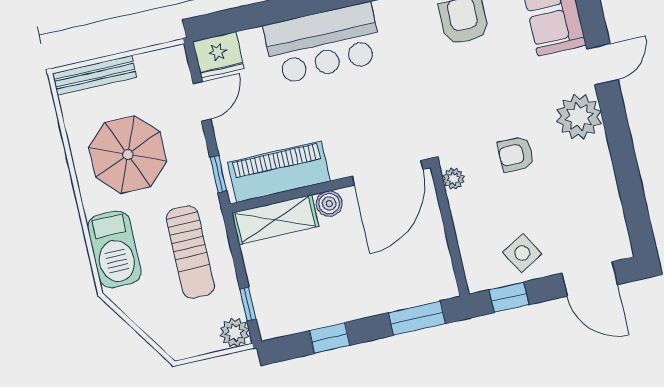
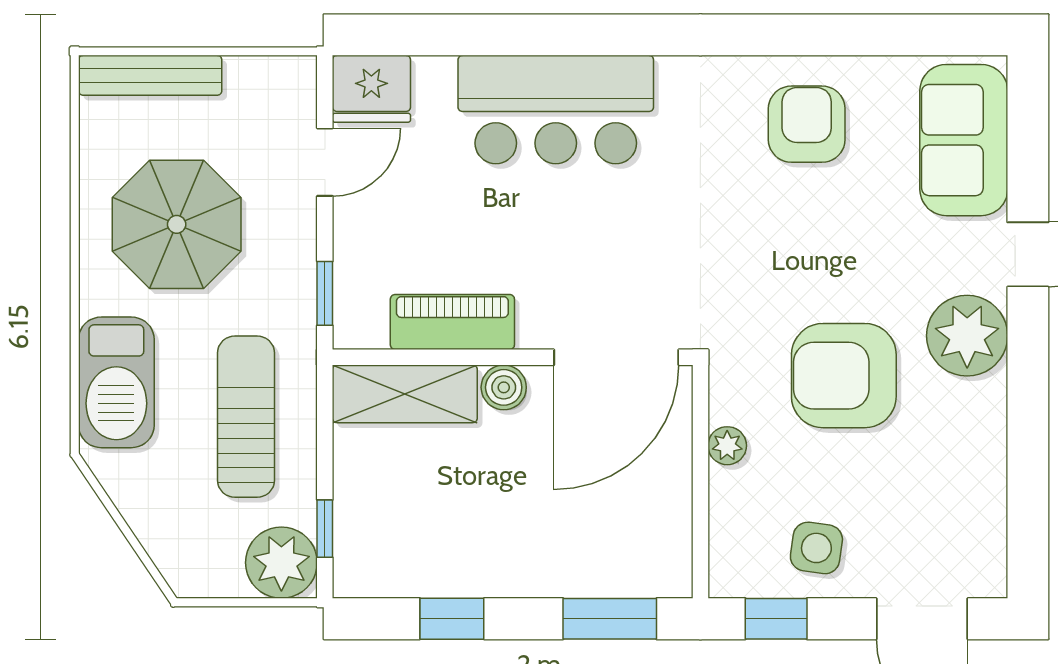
armchair: (516, 154) -> (844, 376), width x1.88, depth x1.88
piano: (279, 172) -> (452, 322), width x0.73, depth x0.75
plant: (453, 179) -> (727, 446), moved
sun lounger: (190, 252) -> (246, 417), turned 180
side table: (522, 253) -> (816, 548), turned 38
plant: (235, 332) -> (281, 563), width x1.36, depth x1.36

